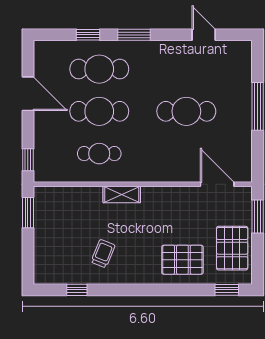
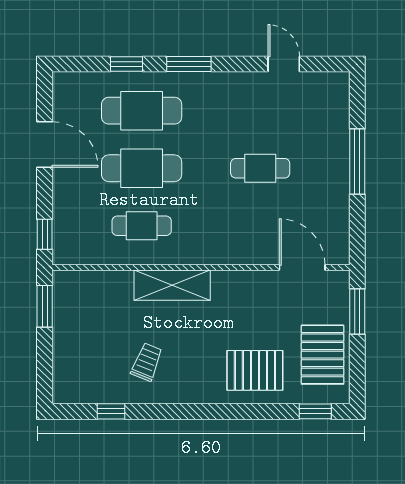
cafe table: (186, 111) -> (260, 168), width x0.73, depth x0.74
shelving: (122, 194) -> (172, 285), width x1.50, depth x1.33

